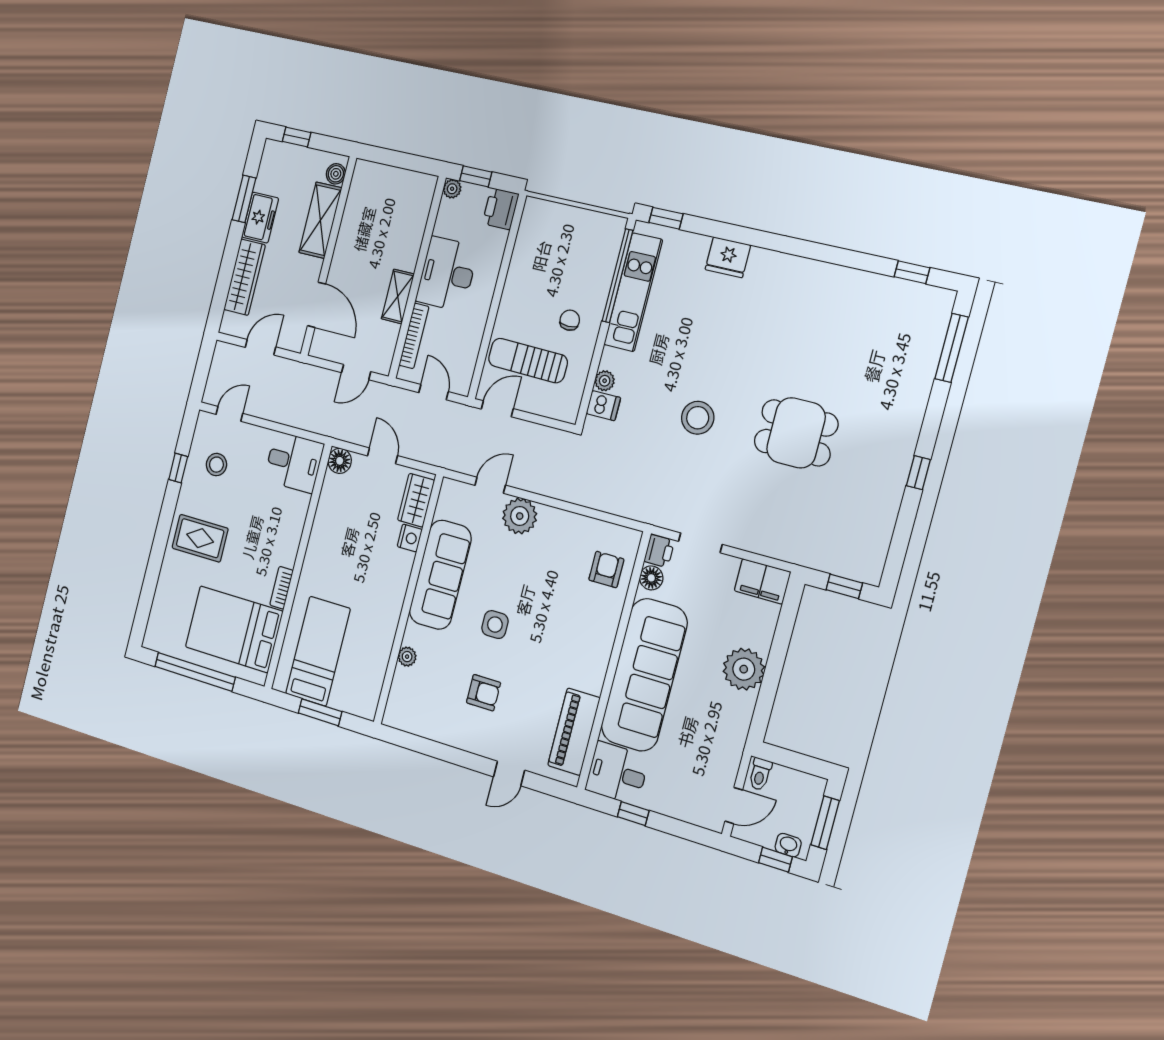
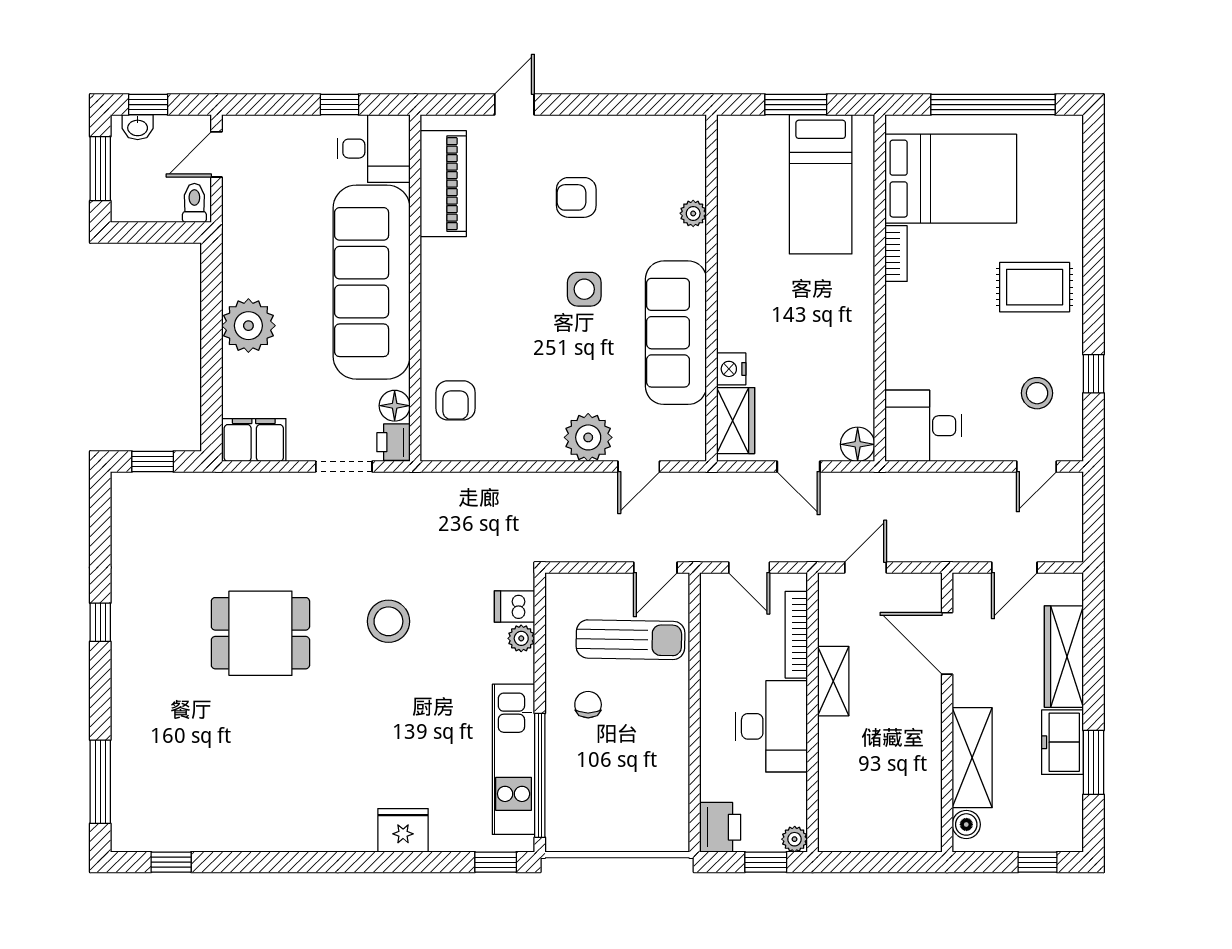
chair: (570, 320) -> (588, 705), turned 180

